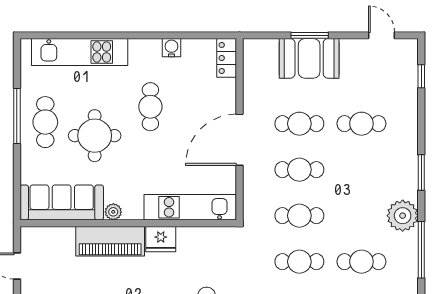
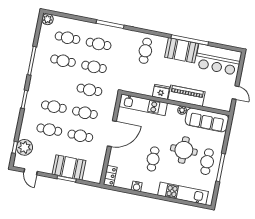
cafe table: (361, 170) -> (54, 107), added
plant: (403, 216) -> (24, 147), moved

